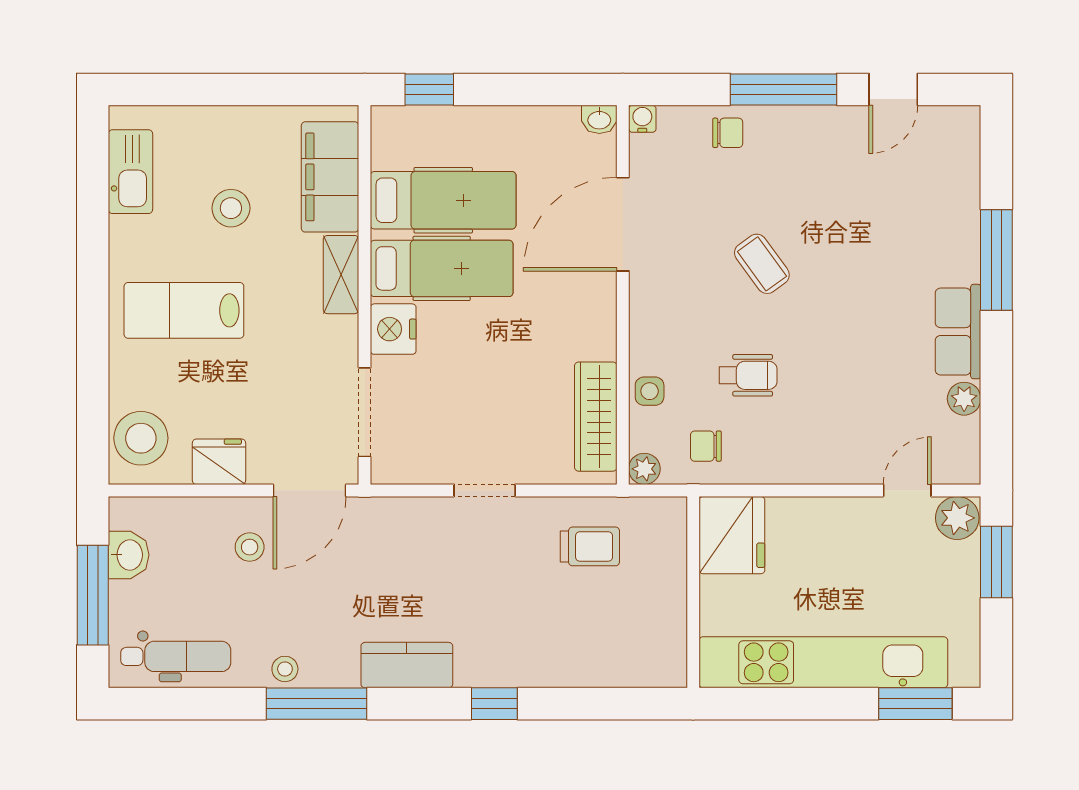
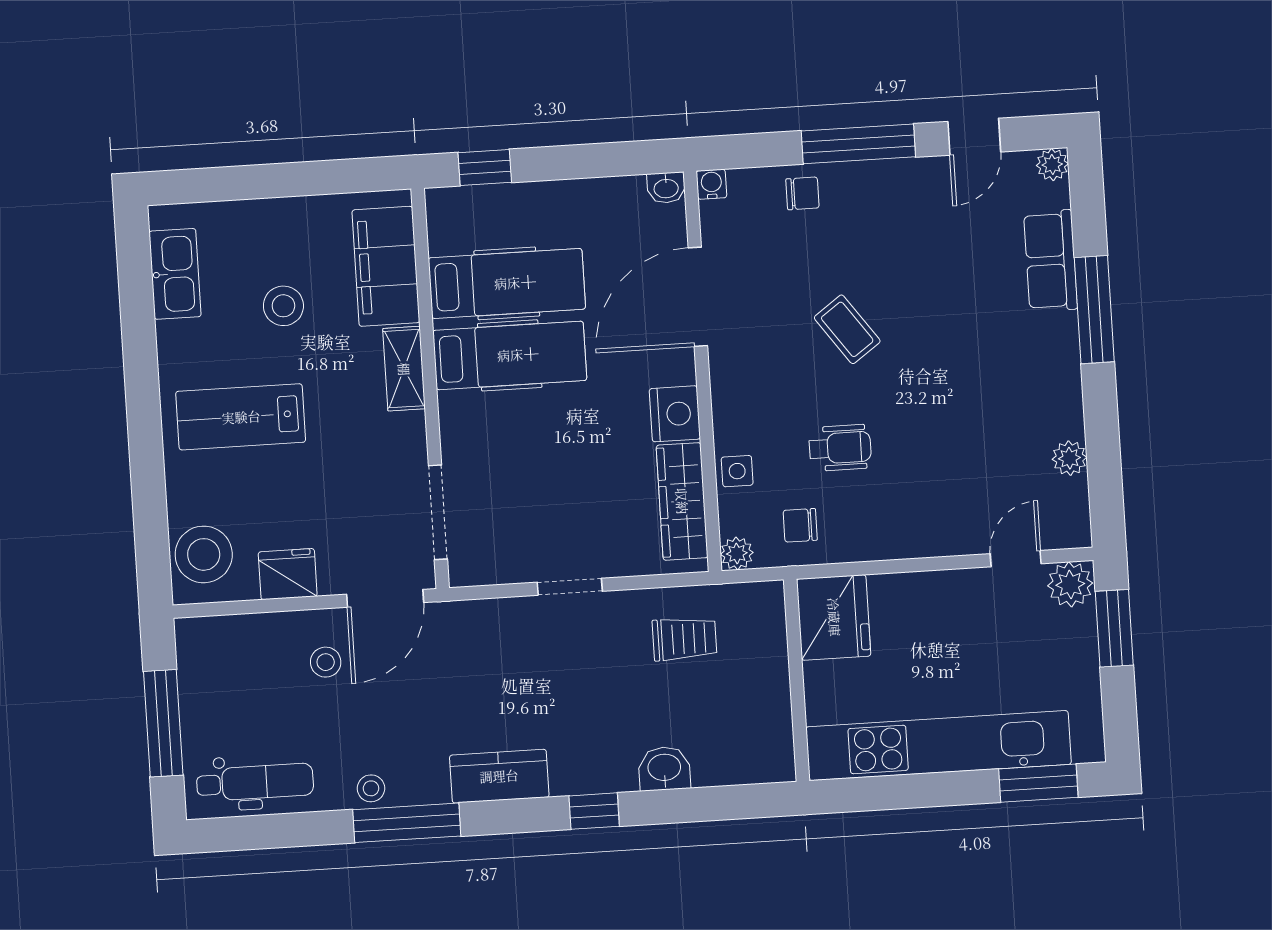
plant: (965, 120) -> (1052, 165), added
nightstand: (393, 329) -> (675, 414), moved, turned 180
row of seats: (958, 332) -> (1051, 261), moved
washbasin: (129, 555) -> (664, 769), moved, turned -90

